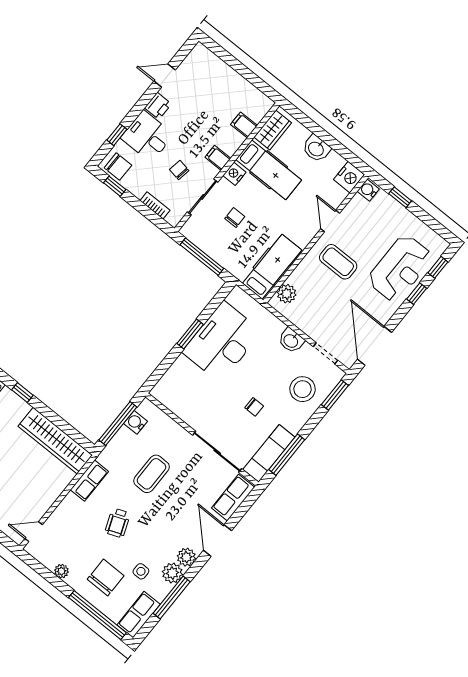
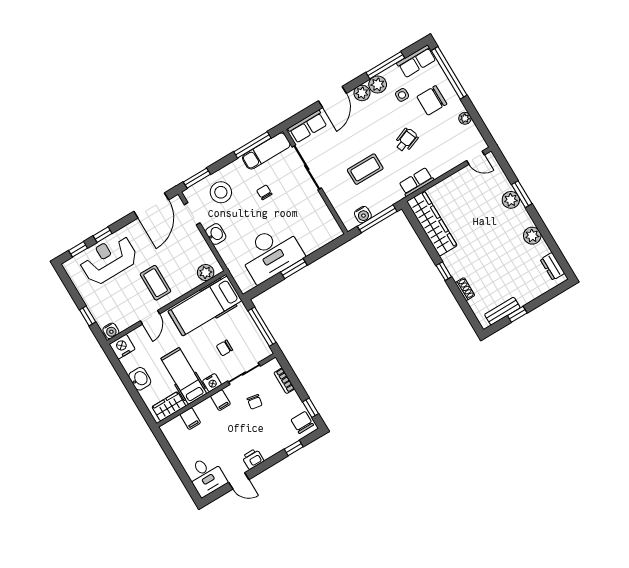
desk: (147, 136) -> (206, 476), moved
hospital bed: (272, 267) -> (205, 306), width x1.37, depth x1.29

